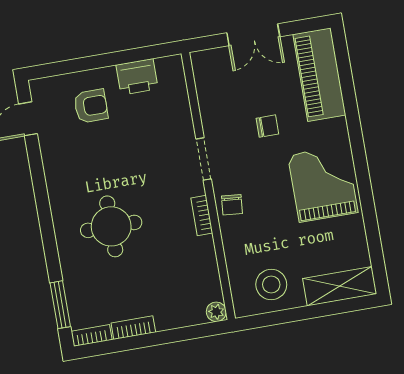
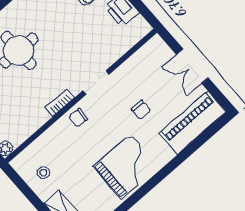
stool: (271, 285) -> (43, 173), width x0.53, depth x0.53

